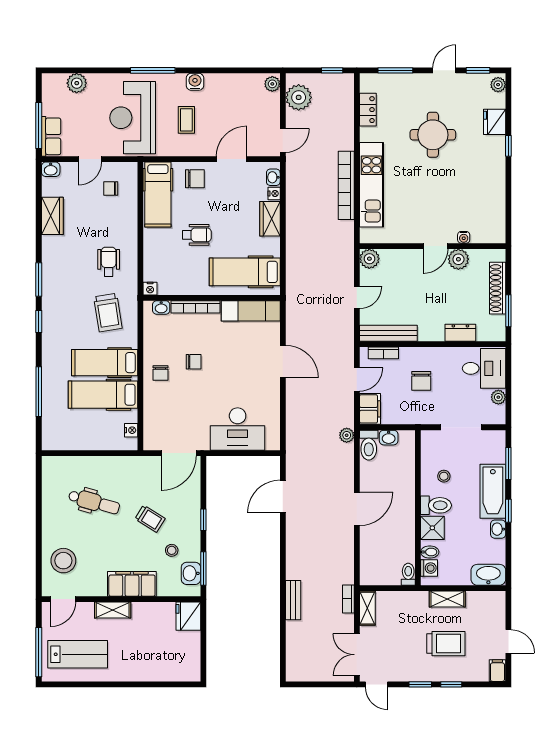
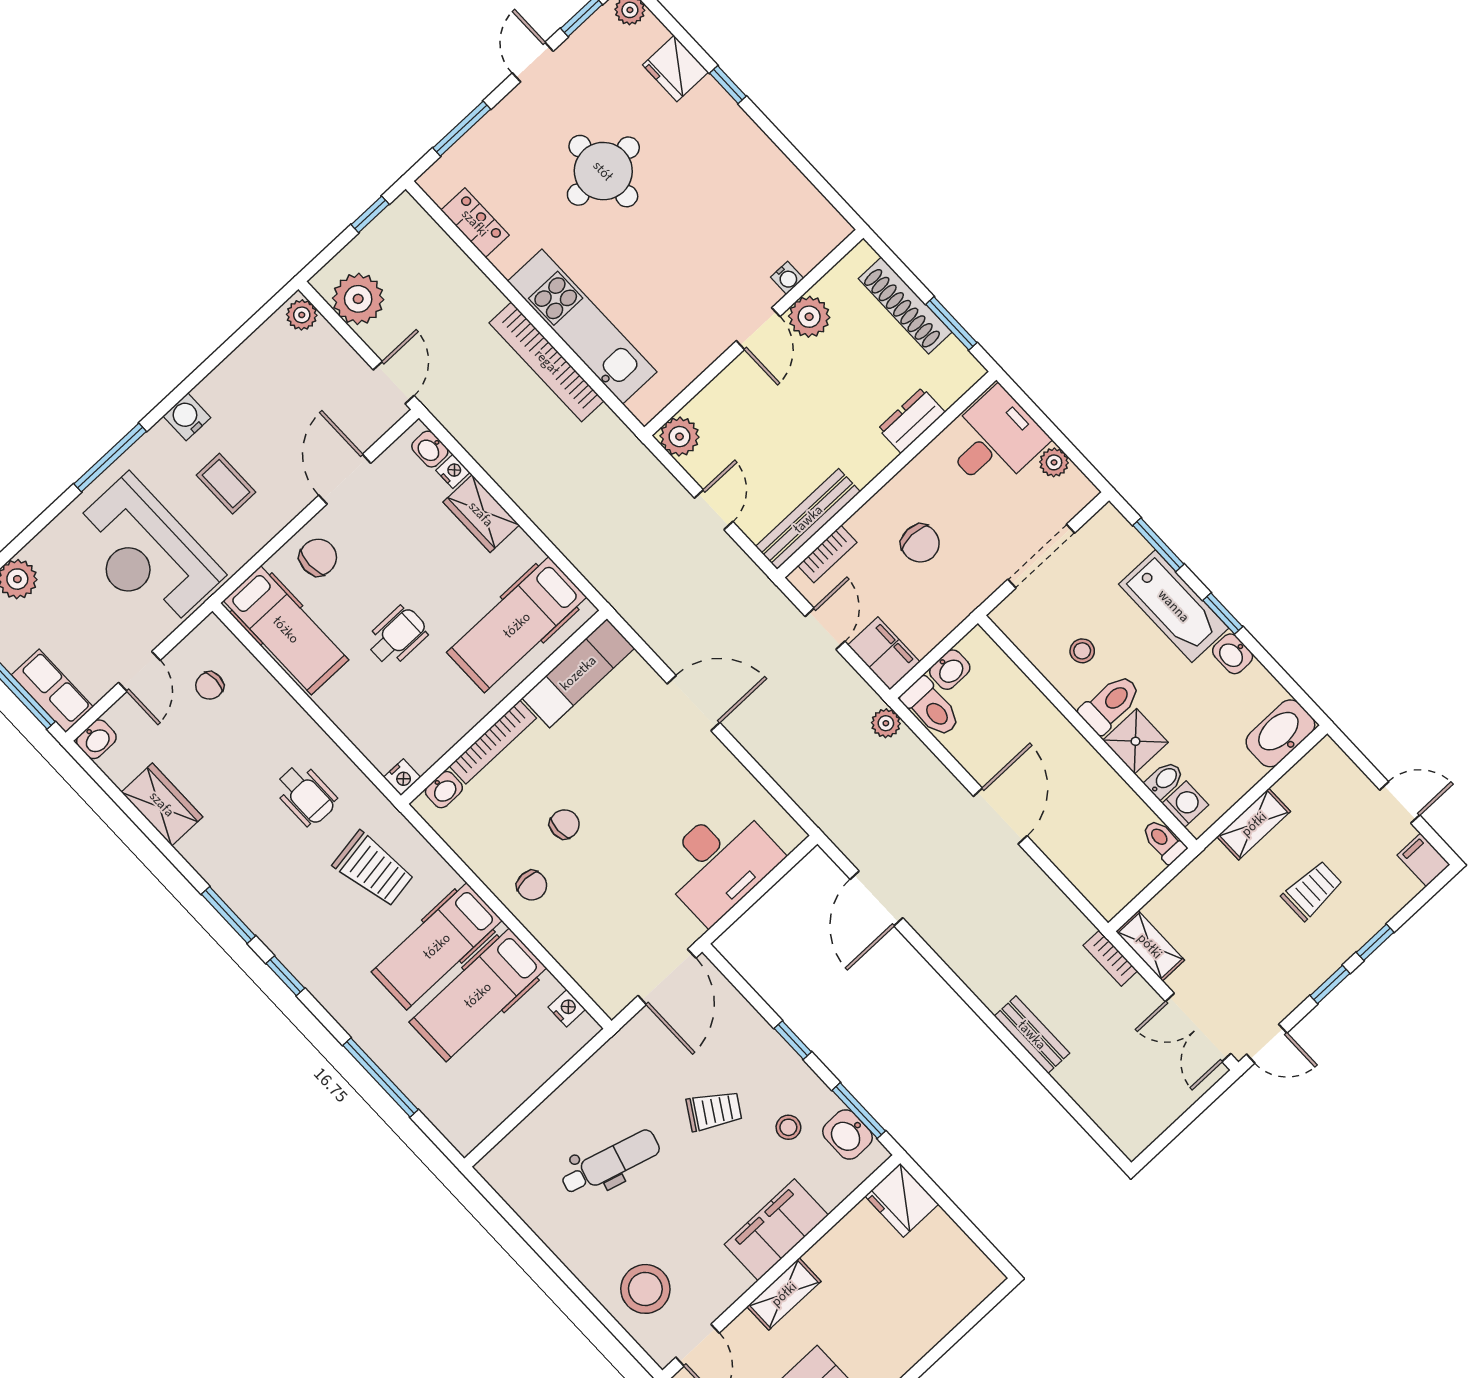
wheelchair: (109, 262) -> (306, 795), turned 180
trolley: (446, 644) -> (1312, 891), width x0.73, depth x0.72

